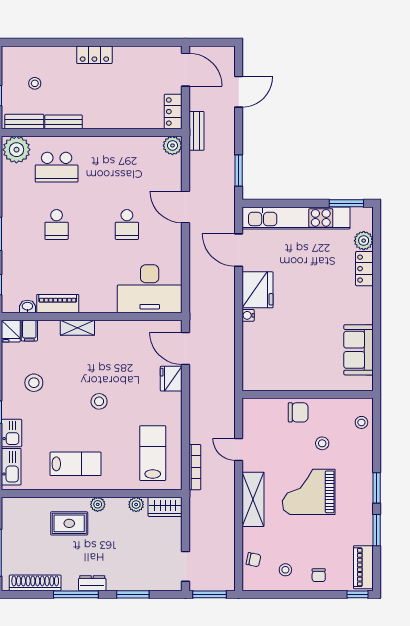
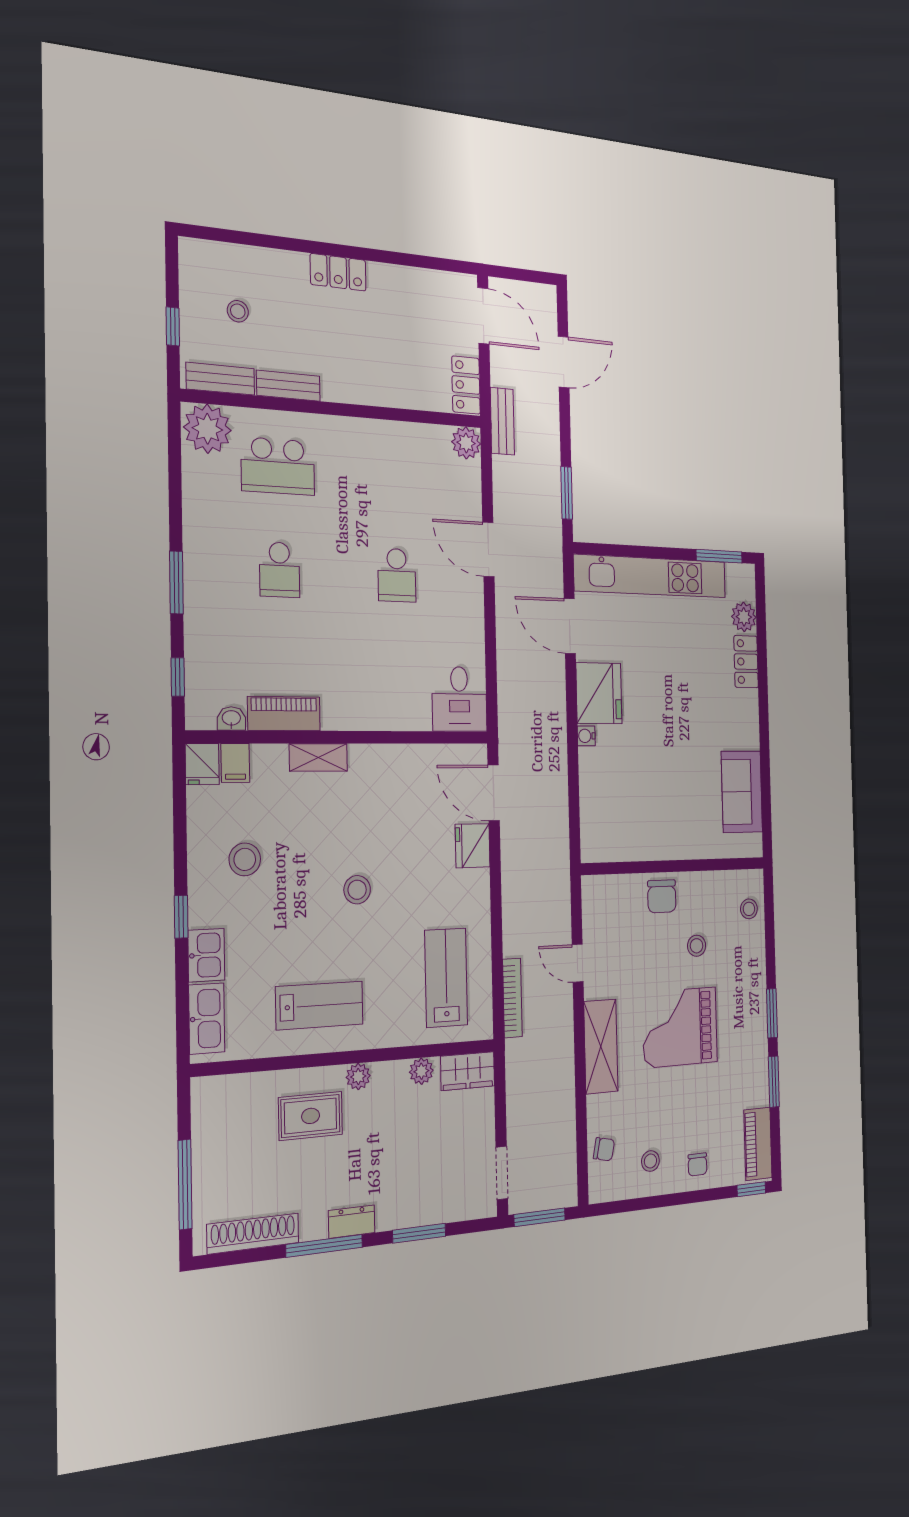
desk: (150, 289) -> (459, 699), width x0.53, depth x0.77
chair: (298, 412) -> (662, 896), turned 90

